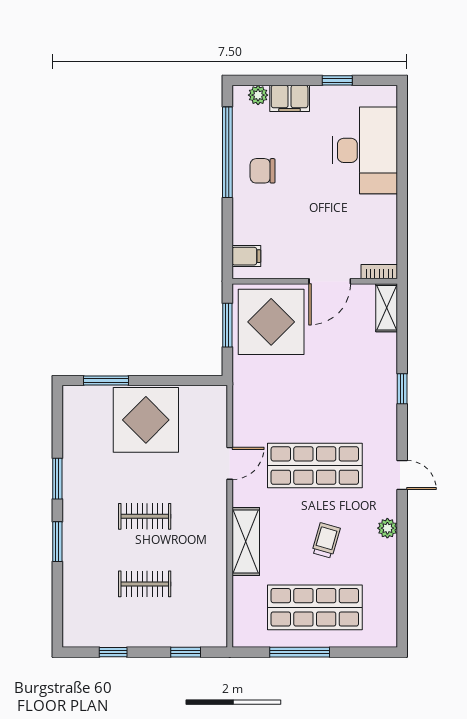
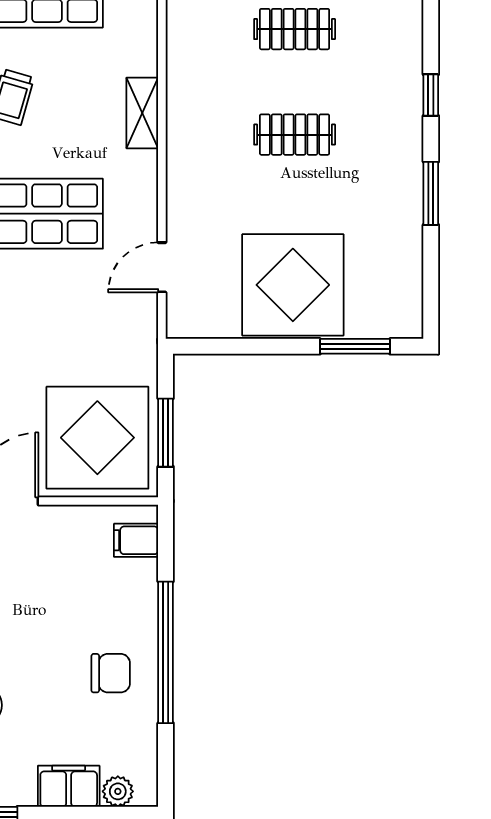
window: (227, 152) -> (166, 652), moved
door: (230, 463) -> (162, 267), moved
window: (57, 542) -> (431, 95), width x0.67
shelving: (246, 542) -> (142, 113), width x0.67, depth x0.75

